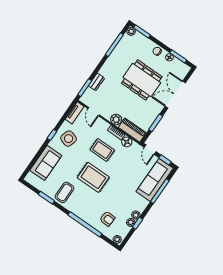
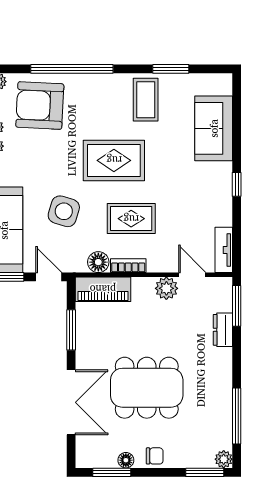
plant: (116, 119) -> (166, 288), moved
side table: (69, 139) -> (64, 211), moved
armchair: (107, 219) -> (40, 106), width x1.88, depth x1.88

